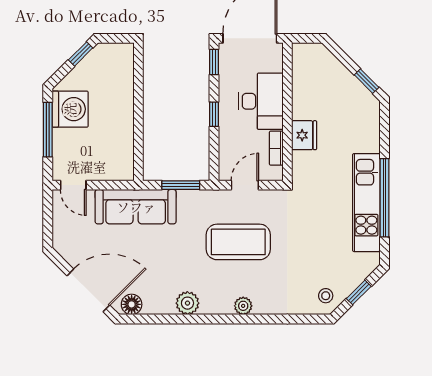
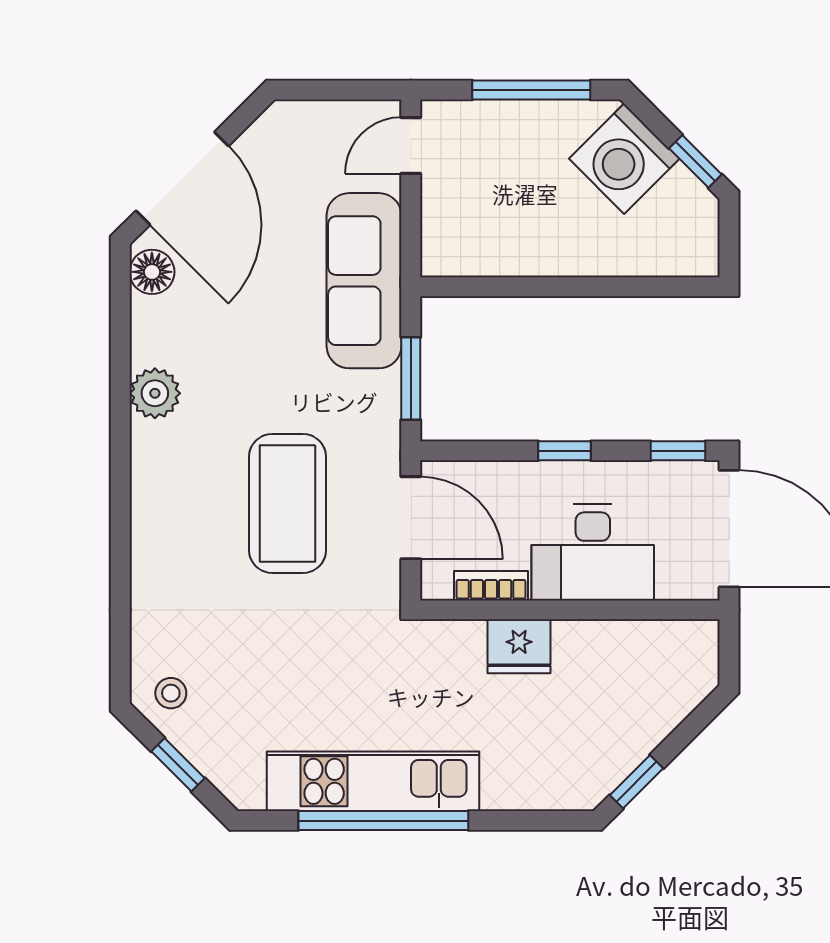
washing machine: (70, 109) -> (624, 159), moved, turned 45
door: (245, 185) -> (411, 518), width x1.38
plant: (243, 306) -> (149, 514), removed

